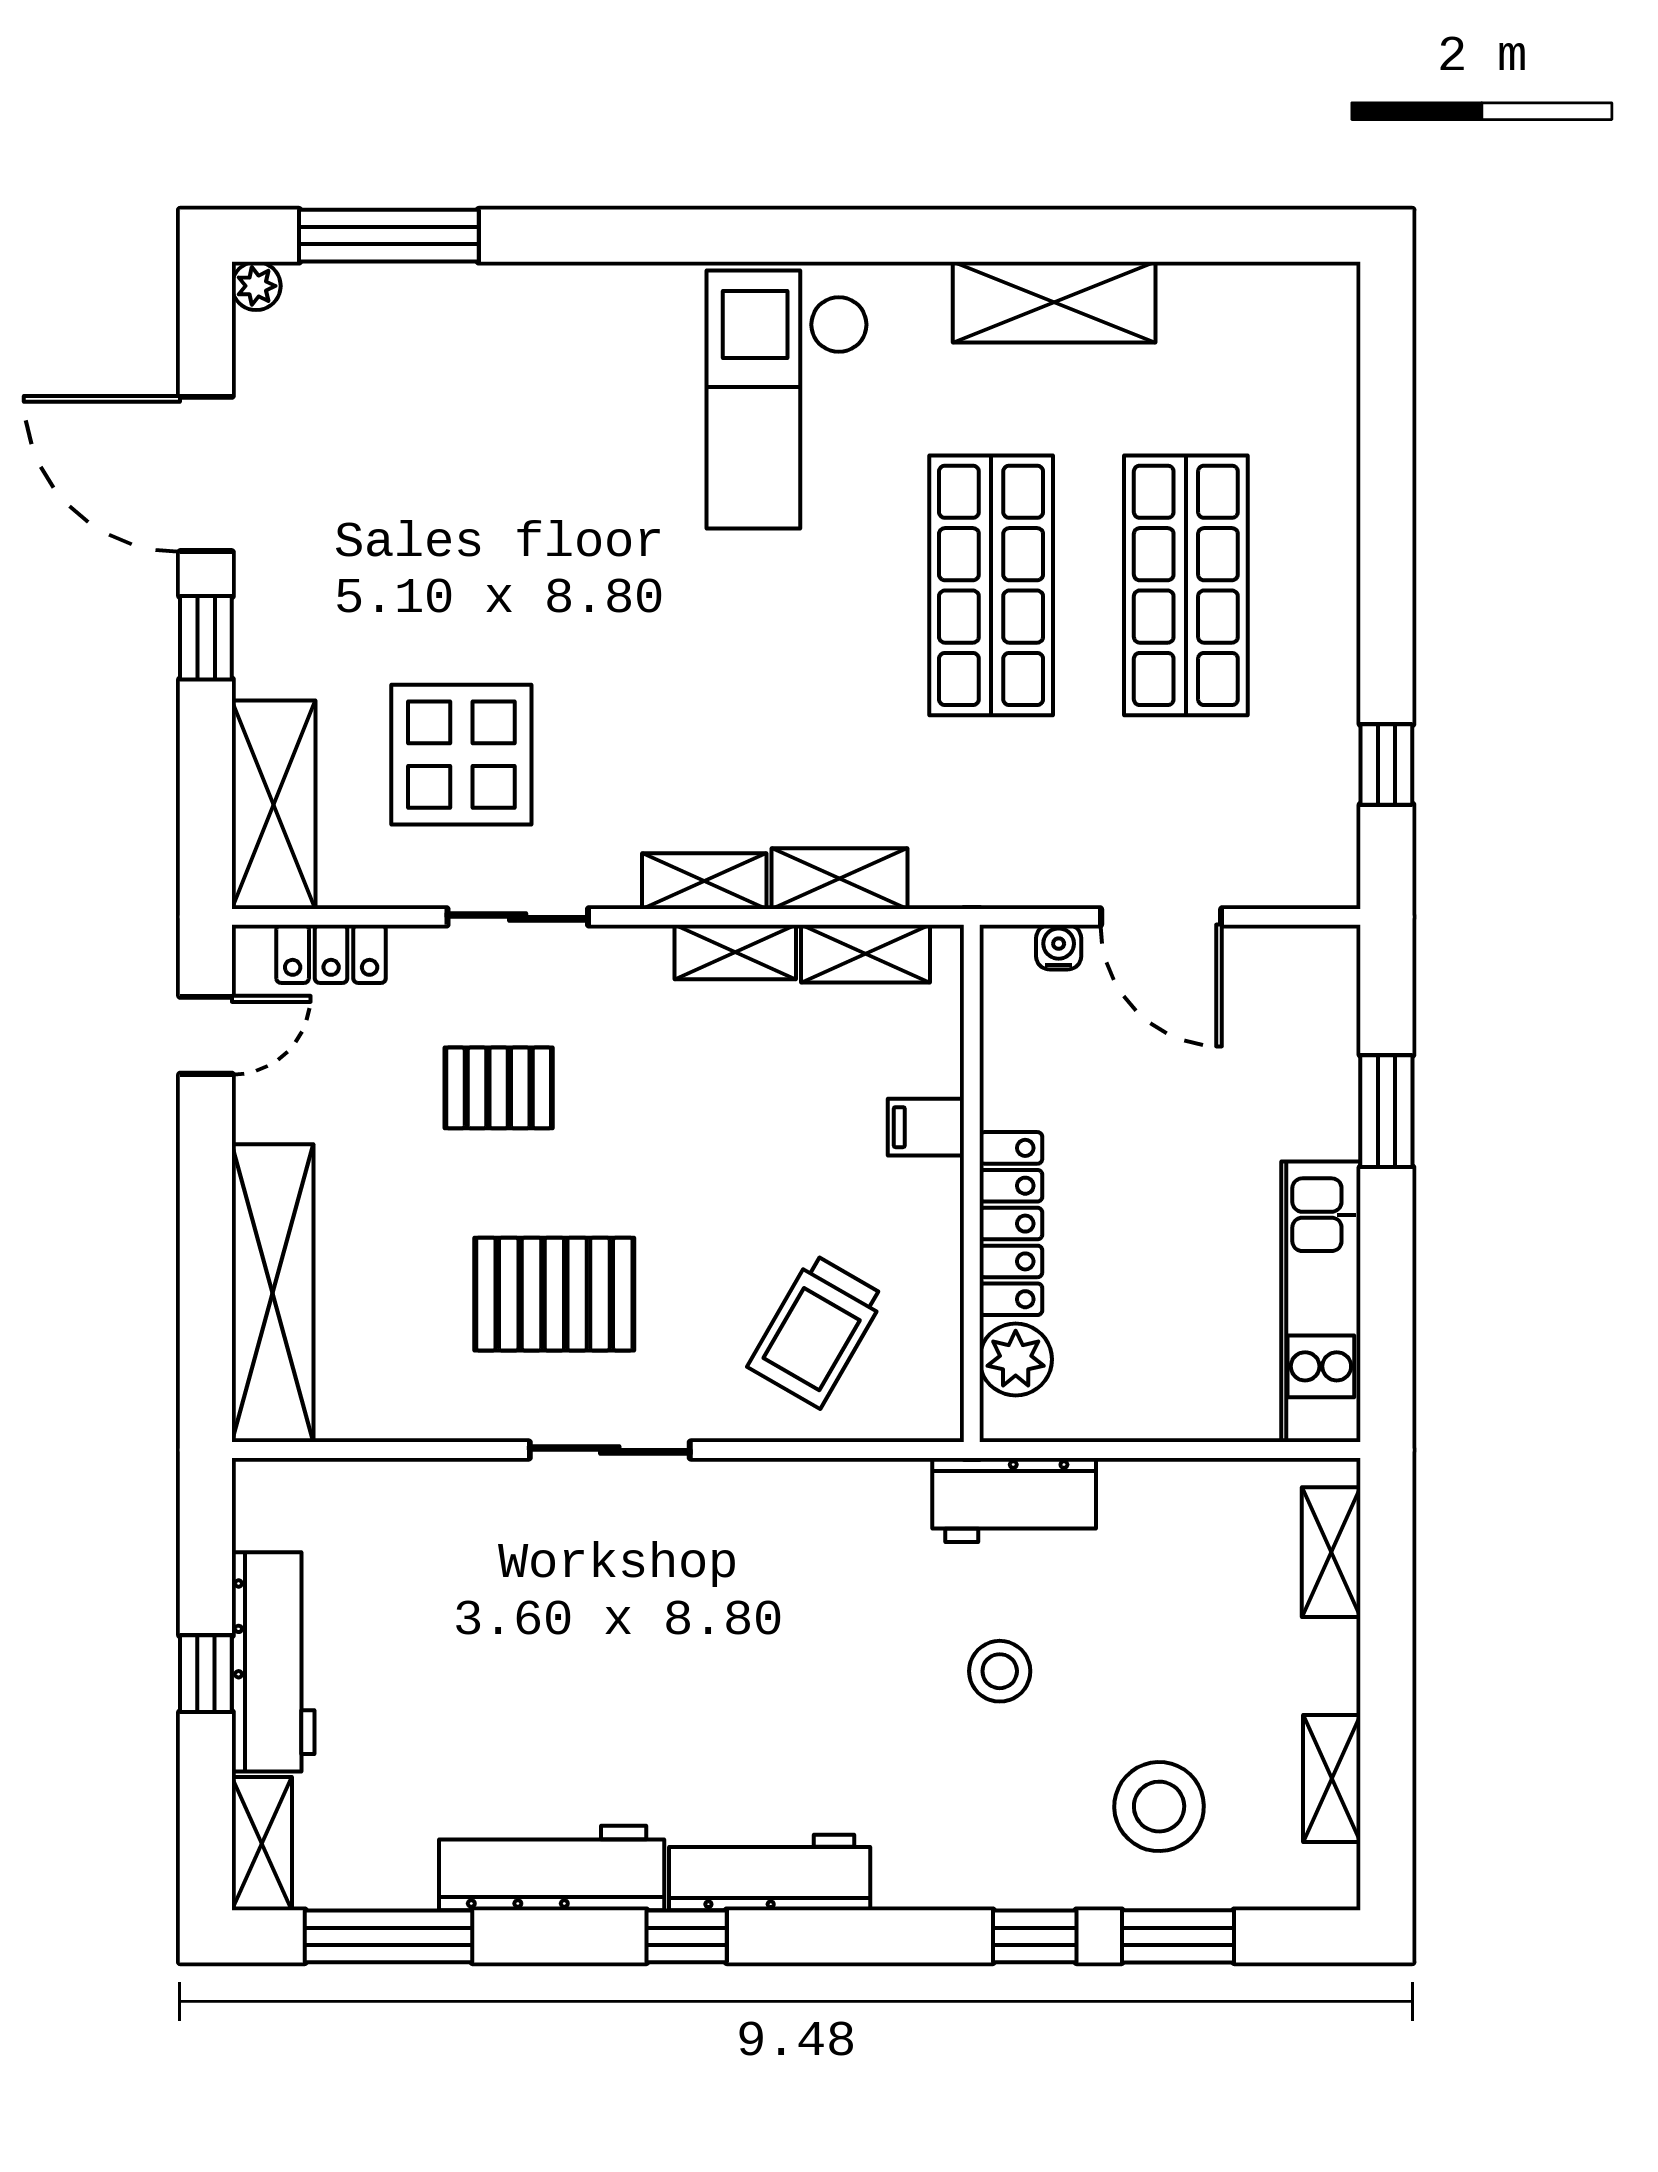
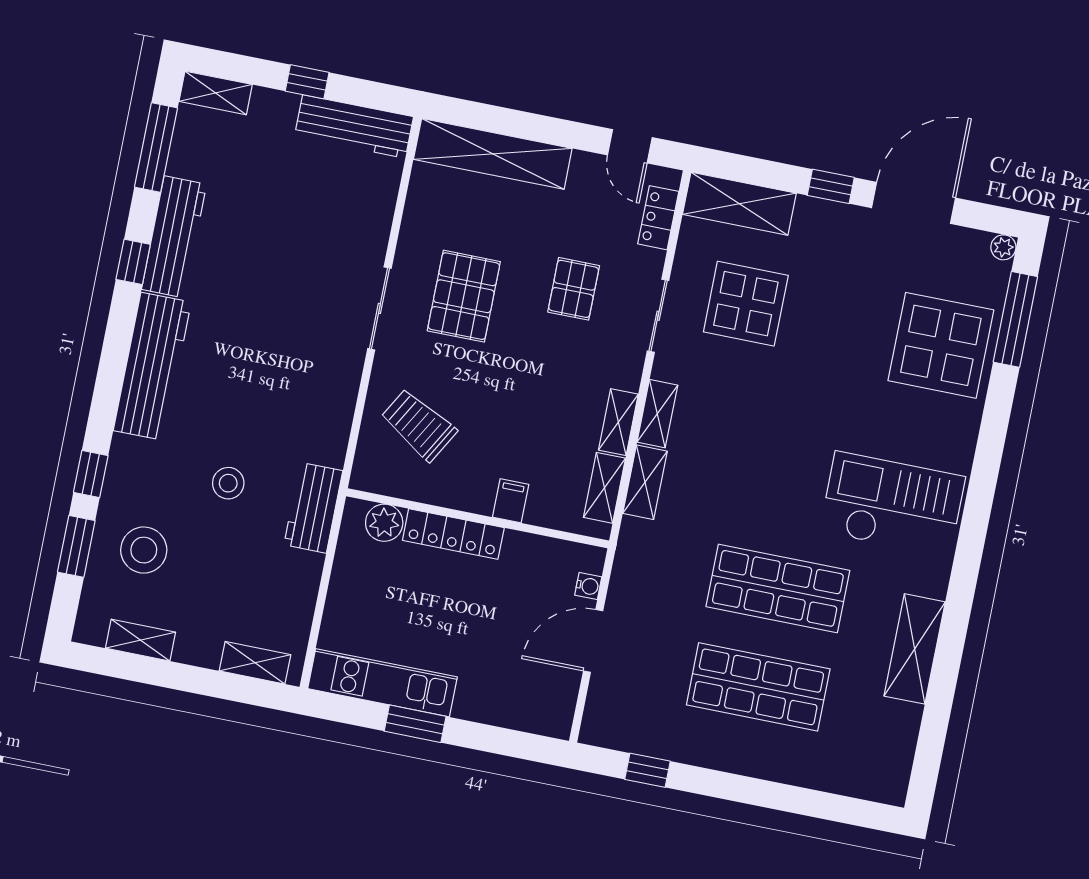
display table: (466, 368) -> (941, 345), added
window: (1386, 1111) -> (415, 724), moved
workbench: (273, 1662) -> (354, 126), moved
workbench: (770, 1872) -> (152, 366), width x1.36, depth x1.32
window: (687, 1936) -> (133, 262), moved

